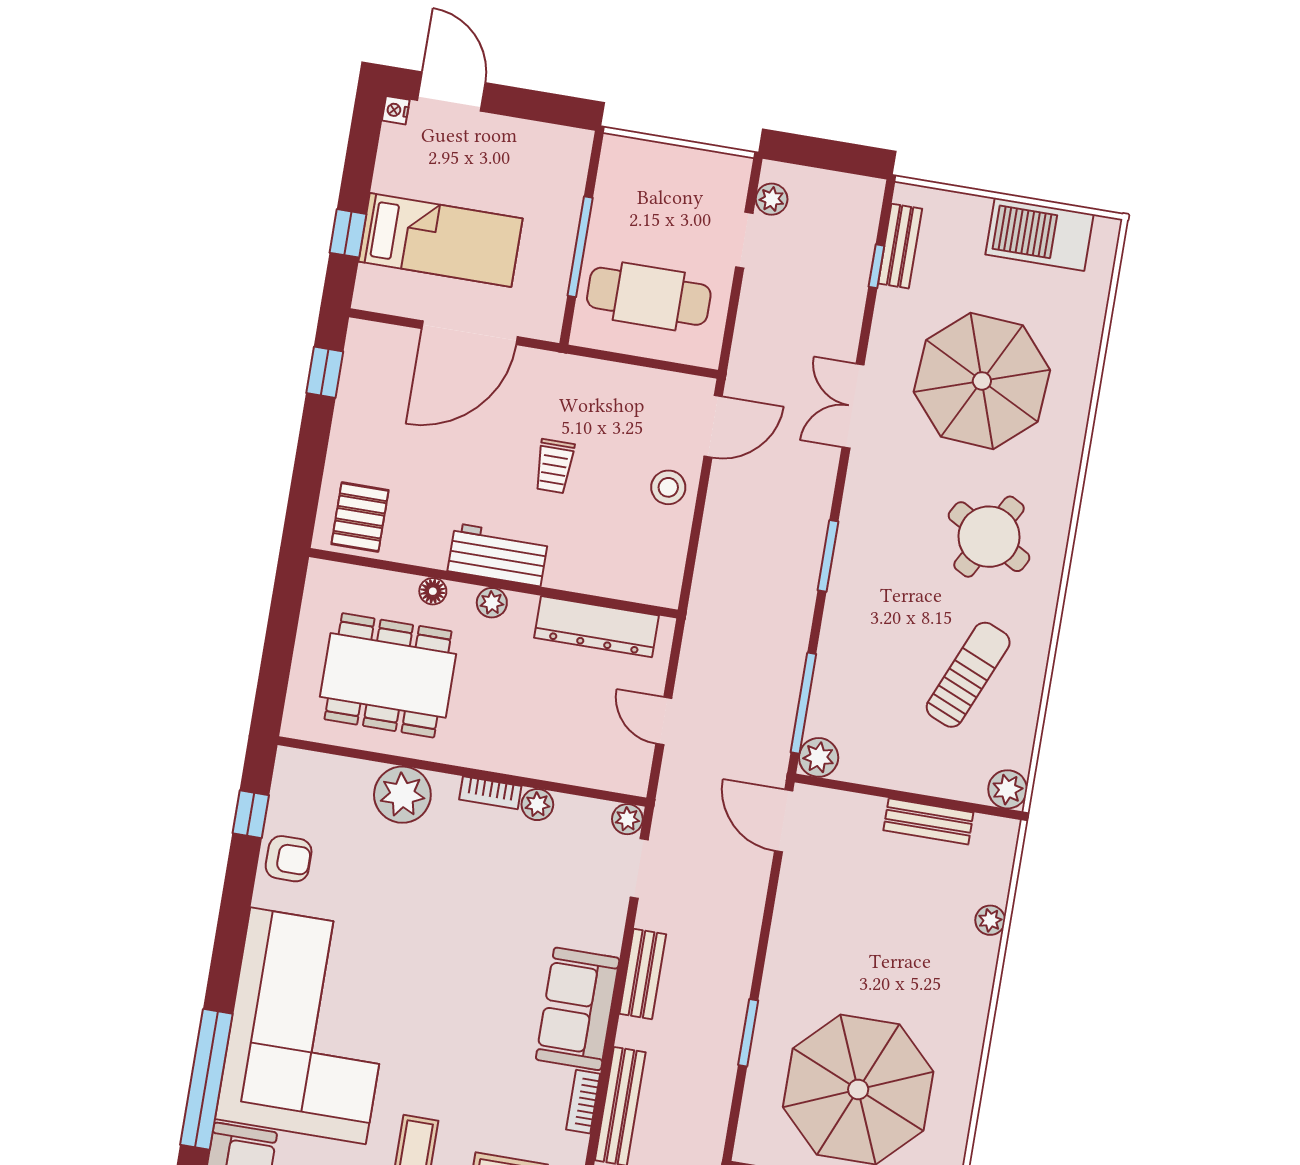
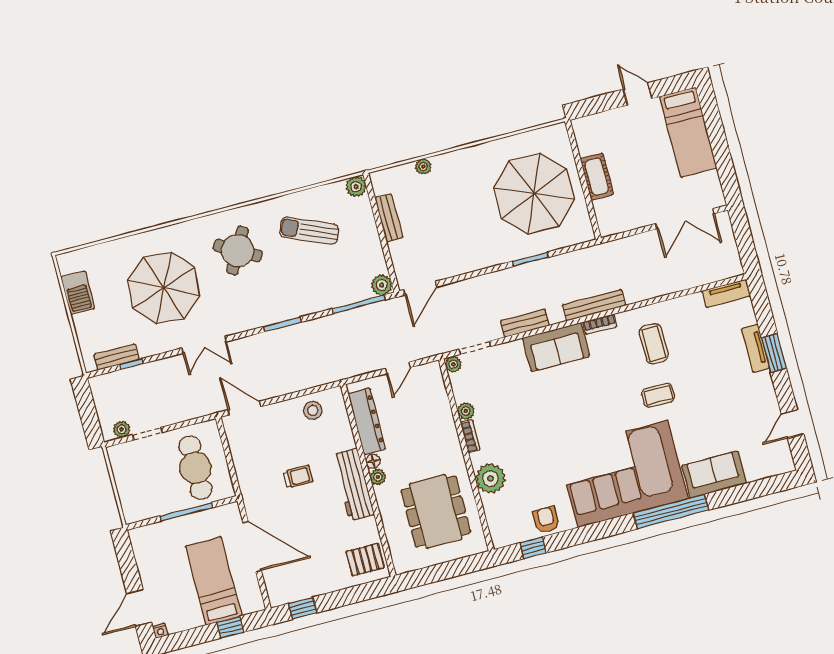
barbecue: (1040, 234) -> (78, 293), width x0.73, depth x0.83
stool: (668, 487) -> (313, 410), moved
workbench: (498, 555) -> (353, 485), width x1.38
floor lamp: (433, 591) -> (373, 461), moved

